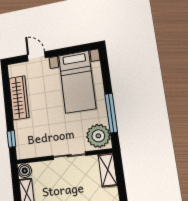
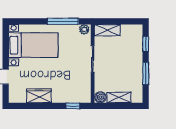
wardrobe: (19, 98) -> (39, 96), width x0.67
plant: (98, 136) -> (84, 29), width x0.53, depth x0.53

